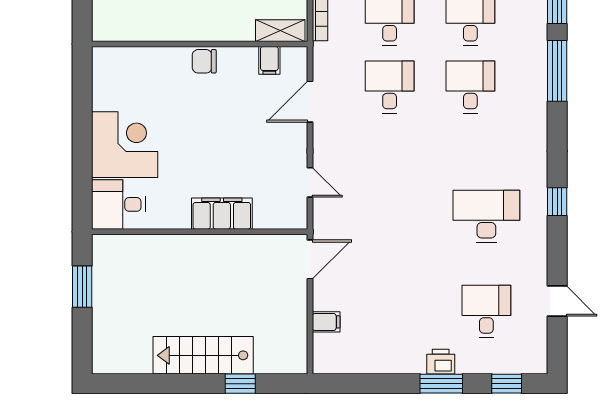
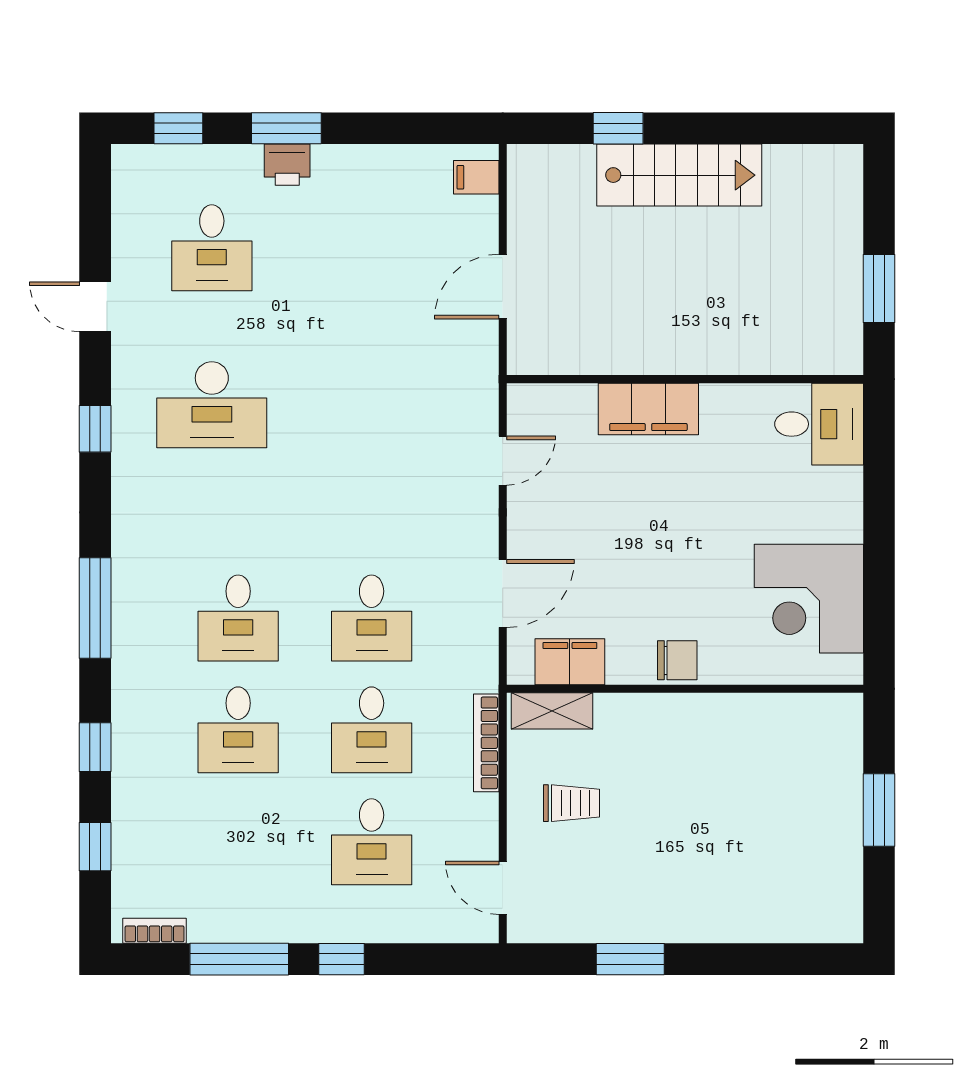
filing cabinet: (269, 60) -> (570, 662), width x2.00
window: (557, 71) -> (95, 608), moved
corner desk: (125, 145) -> (809, 599), moved
door: (310, 182) -> (503, 461), swing flipped
door: (310, 259) -> (503, 287), moved
door: (557, 301) -> (95, 307), moved
filing cabinet: (326, 322) -> (476, 177), moved

